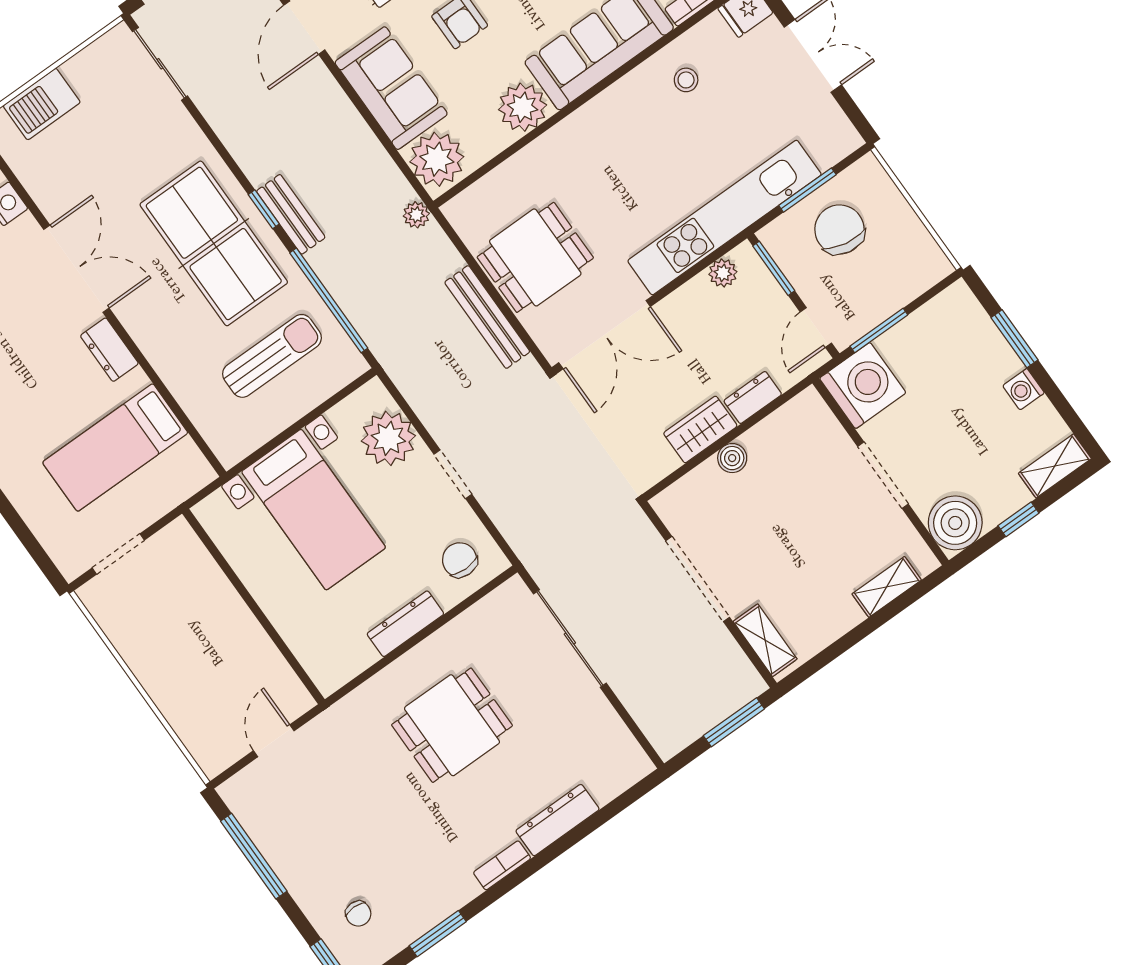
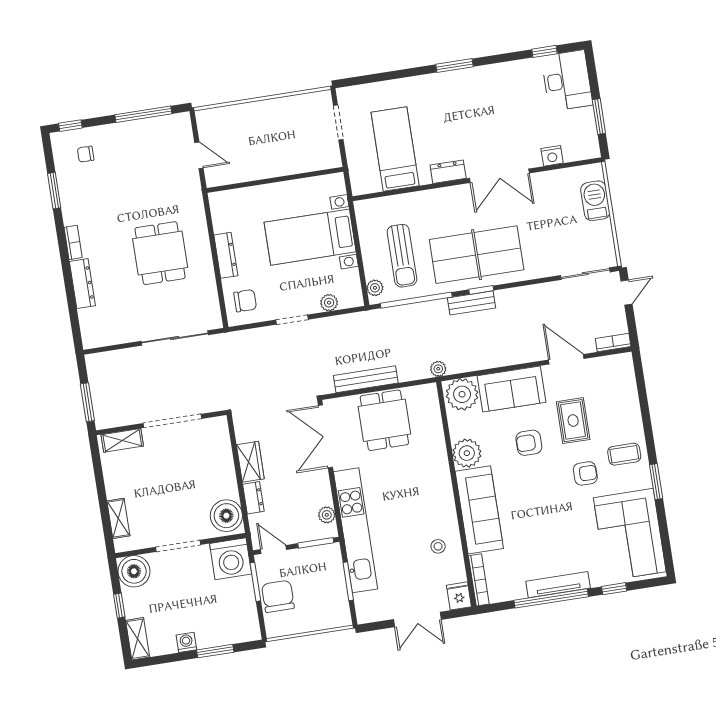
chair: (839, 230) -> (278, 596), moved, turned -100
plant: (341, 373) -> (375, 288), added
plant: (388, 438) -> (329, 303), width x0.53, depth x0.53
boiler: (732, 458) -> (226, 516), moved, width x1.86, depth x1.86

